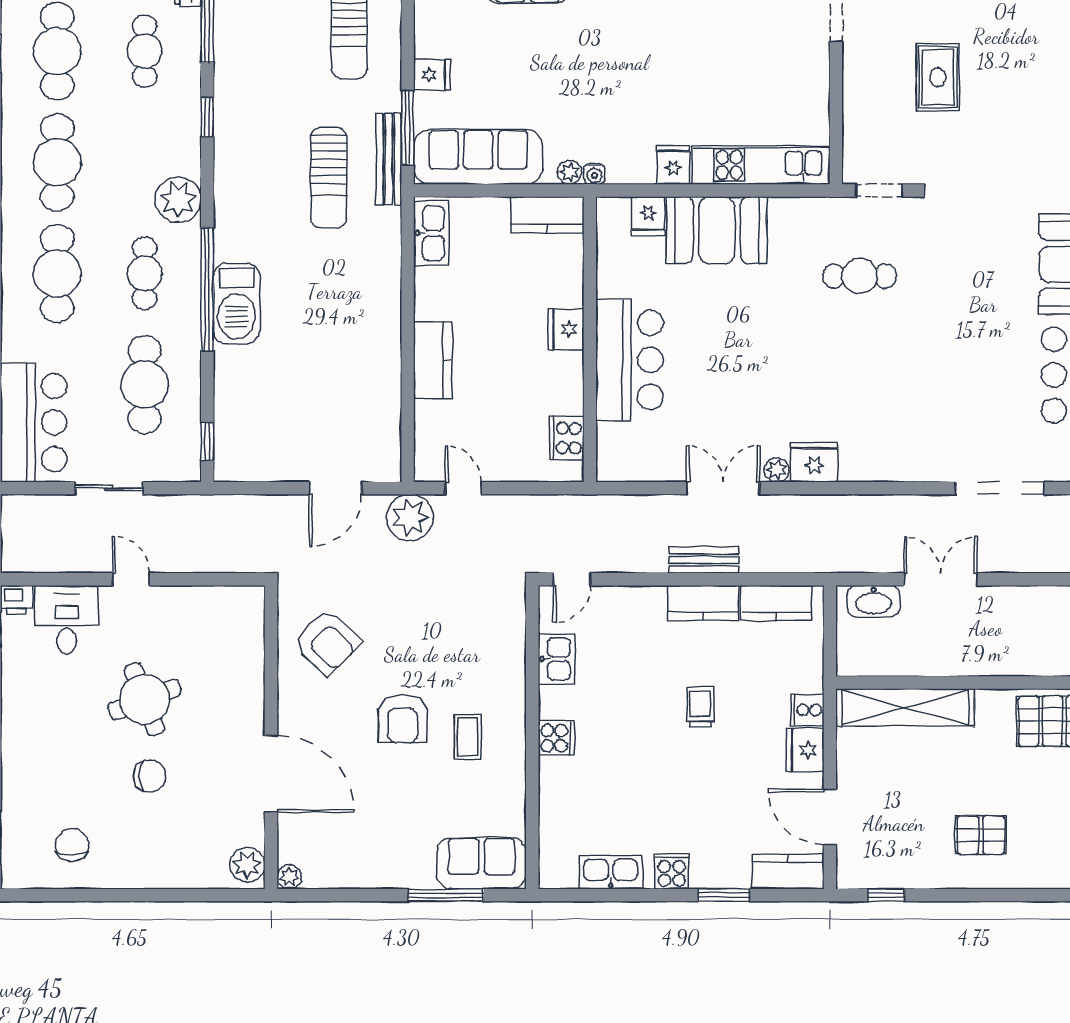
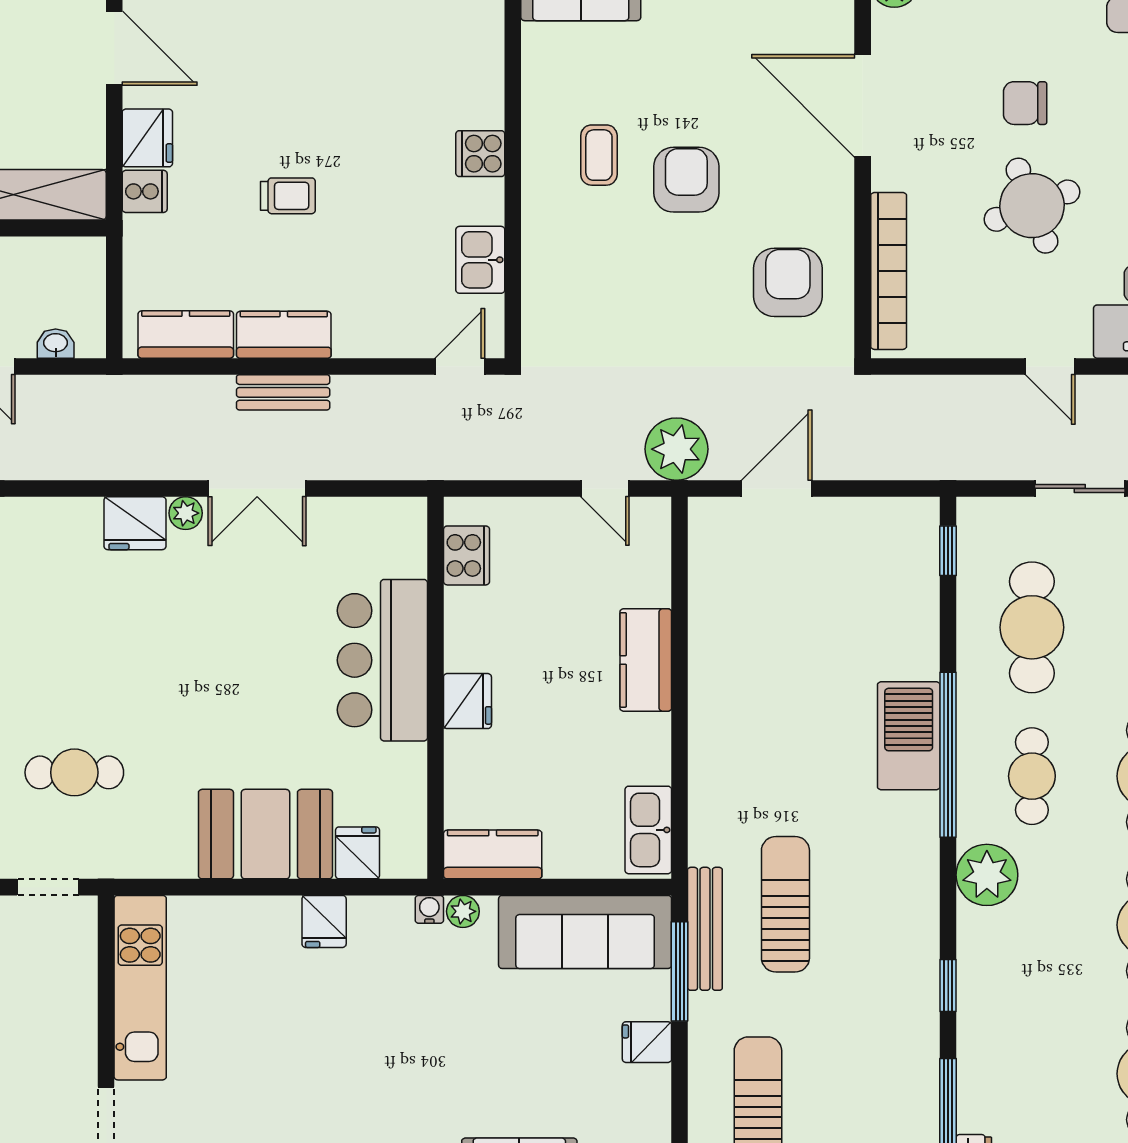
cafe table: (145, 51) -> (1032, 1074), removed
kitchen unit: (761, 165) -> (140, 988), moved, turned -90
washbasin: (874, 601) -> (56, 344), width x0.52, depth x0.69
armchair: (327, 642) -> (788, 282), turned 46
bookcase: (252, 651) -> (889, 271), added
trolley: (700, 707) -> (288, 196), turned -90

